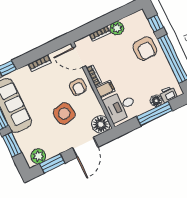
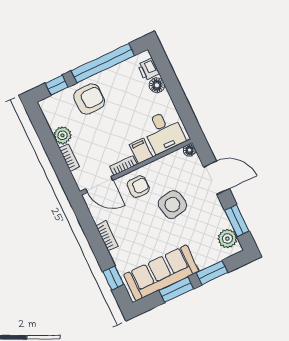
door: (79, 57) -> (99, 184), hinge flipped
window: (155, 114) -> (174, 87), removed
floor lamp: (101, 124) -> (189, 150), width x0.53, depth x0.53

